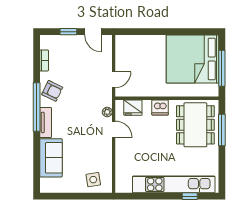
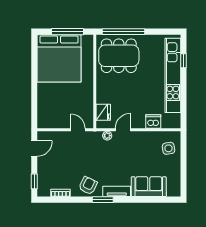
window: (68, 32) -> (34, 181), moved
window: (37, 107) -> (103, 200), width x0.47
dishwasher: (160, 107) -> (153, 121), moved, turned -90
window: (222, 130) -> (123, 32), width x1.46

